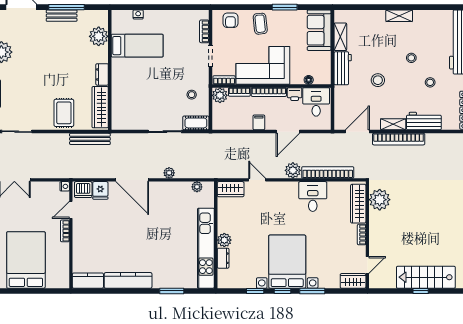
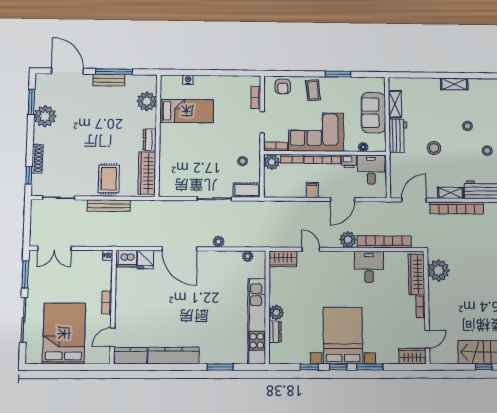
sofa: (319, 30) -> (373, 113), moved
bench: (90, 139) -> (109, 206), moved
door: (71, 210) -> (112, 337), moved

